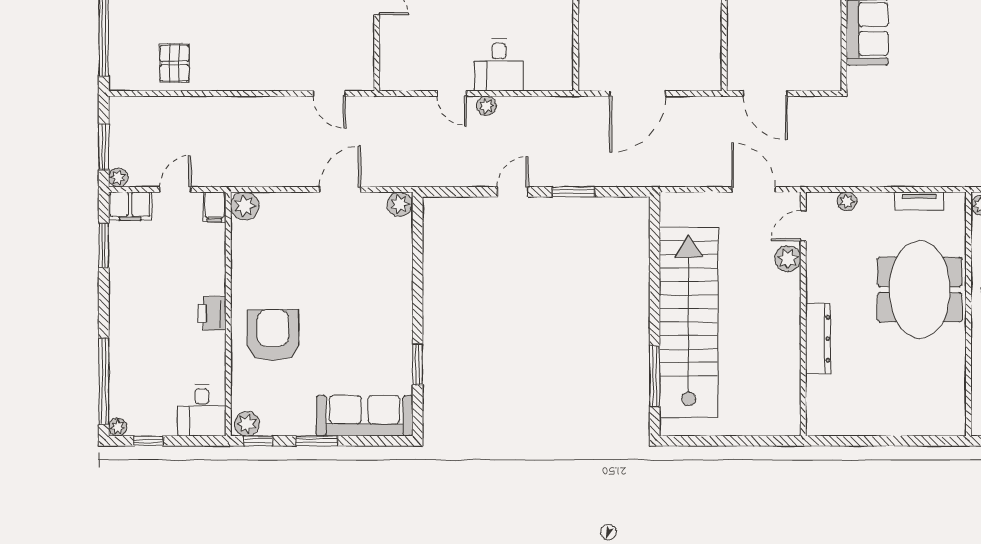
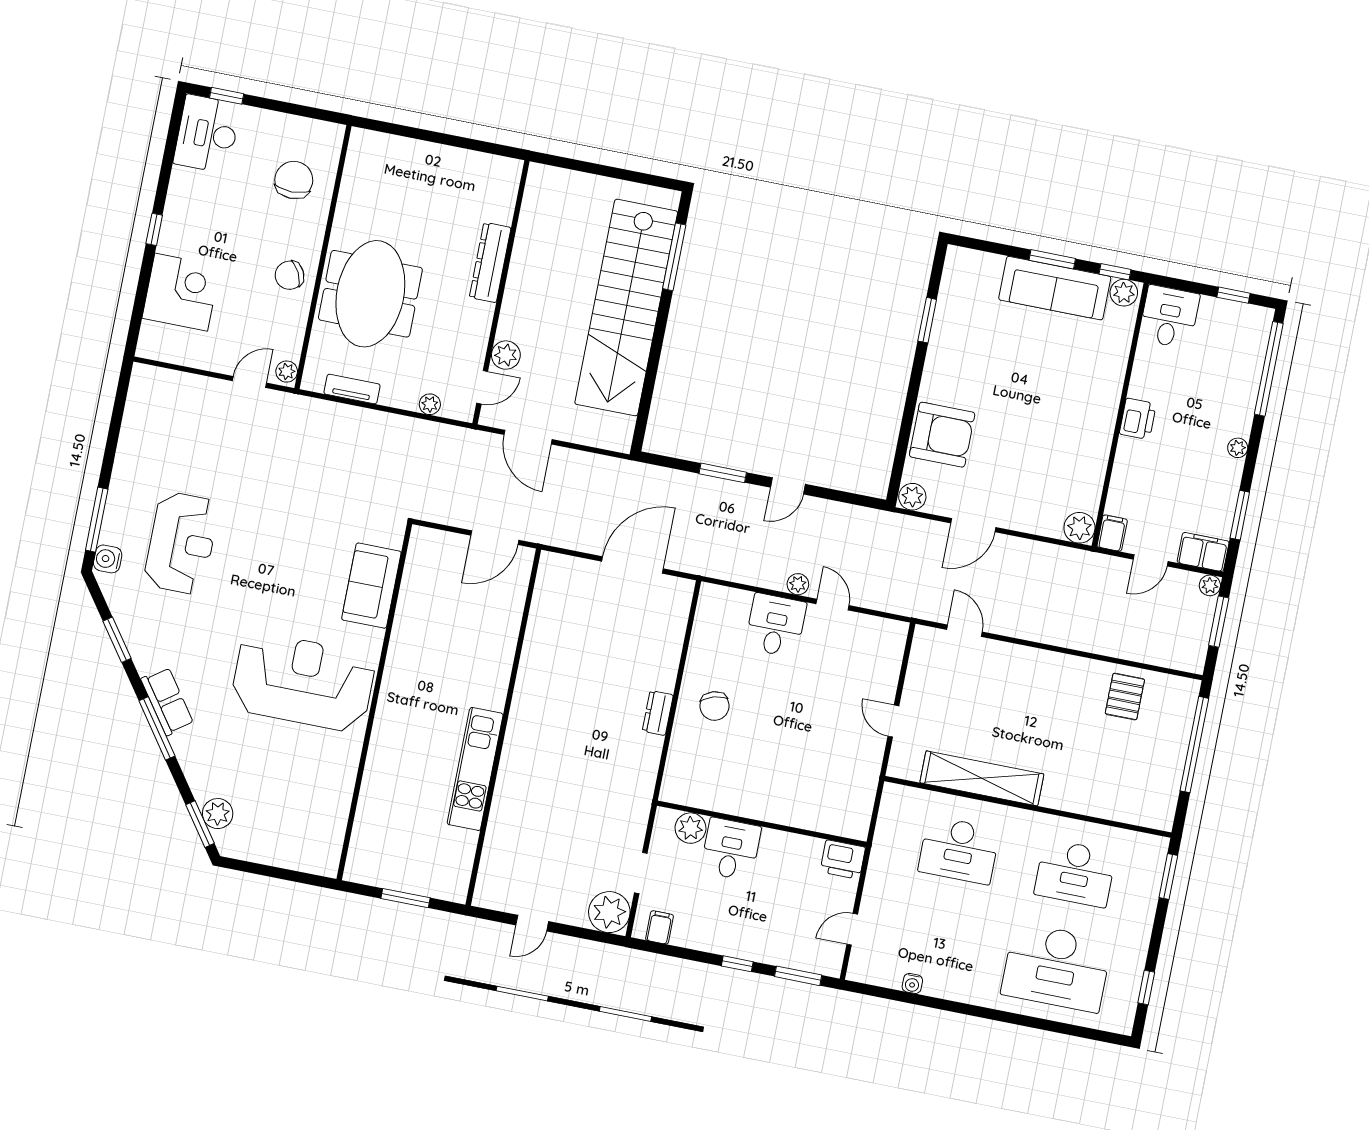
door: (765, 94) -> (495, 538), swing flipped
armchair: (273, 335) -> (942, 435), moved, turned -90
sofa: (365, 416) -> (1055, 288), moved
plant: (118, 427) -> (1238, 448), moved

